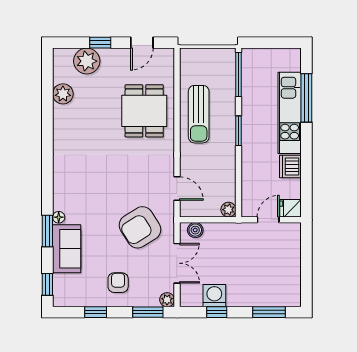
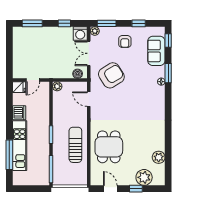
door: (142, 43) -> (110, 189), hinge flipped
sofa: (67, 249) -> (156, 51), moved
washing machine: (214, 296) -> (80, 34), moved

